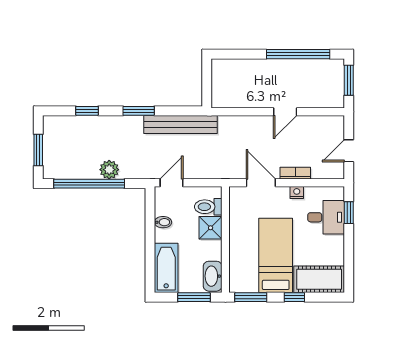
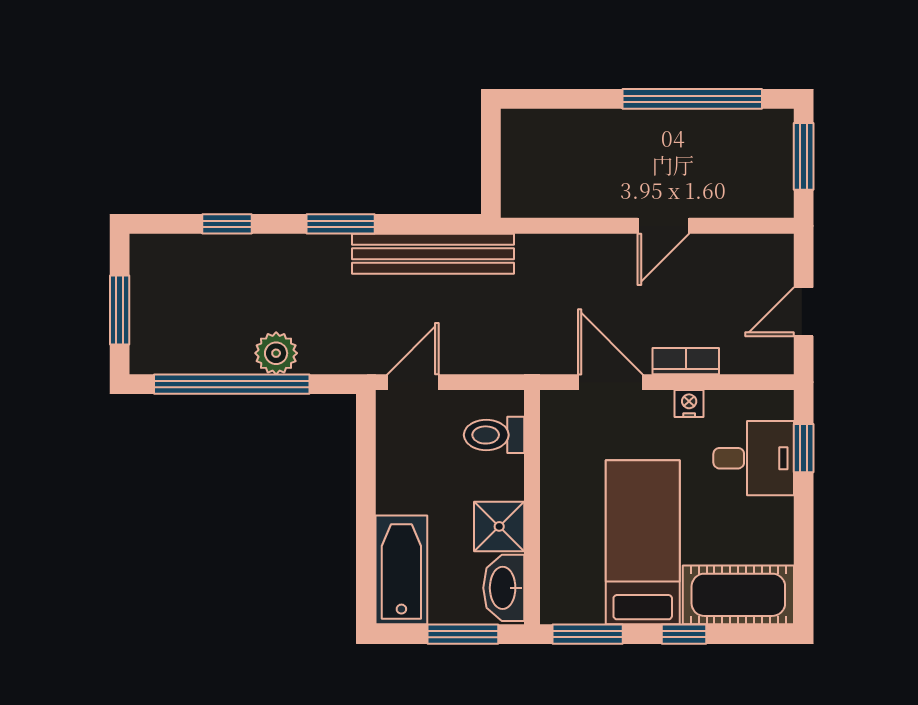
bidet: (163, 222) -> (395, 469), removed
shower: (211, 228) -> (499, 526), moved

